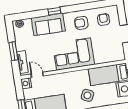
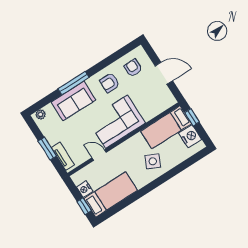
window: (54, 11) -> (73, 83), width x2.17
door: (37, 75) -> (99, 155), moved
nightstand: (26, 83) -> (85, 189), moved

